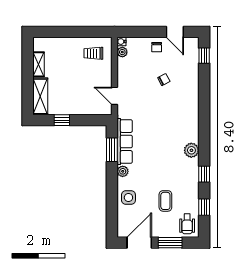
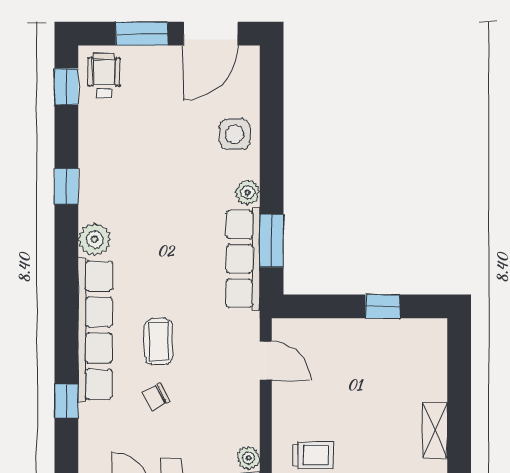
window: (204, 56) -> (66, 401), moved
shelving: (40, 96) -> (431, 359), removed
row of seats: (191, 109) -> (95, 330), added
coffee table: (165, 201) -> (159, 341), moved
window: (204, 207) -> (66, 87), moved

